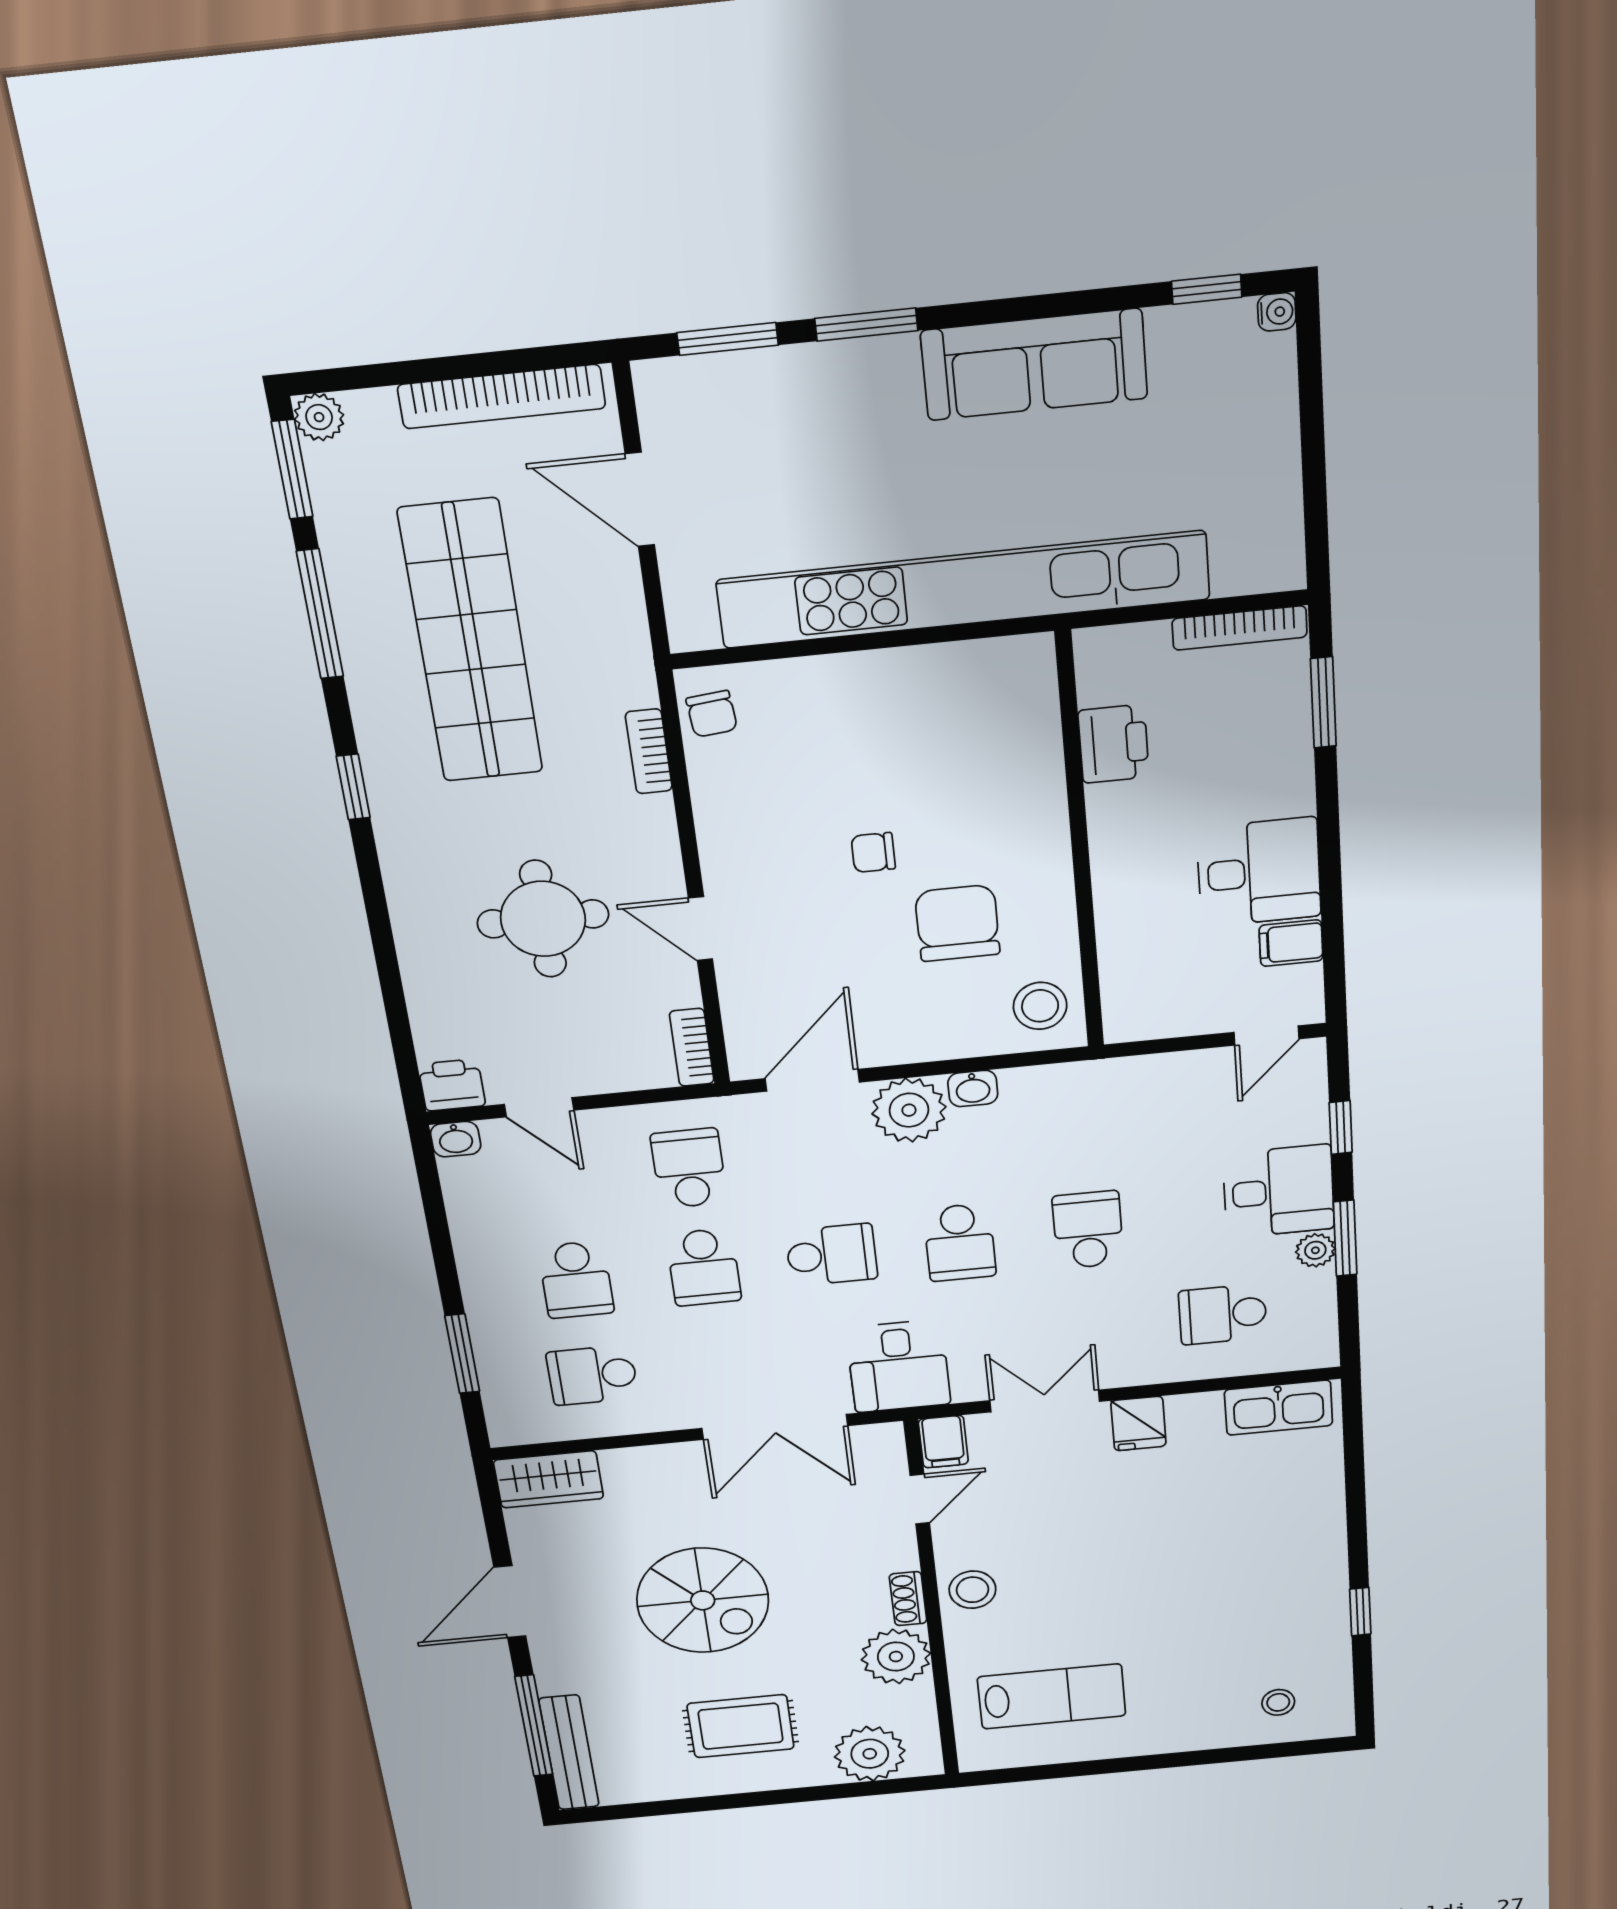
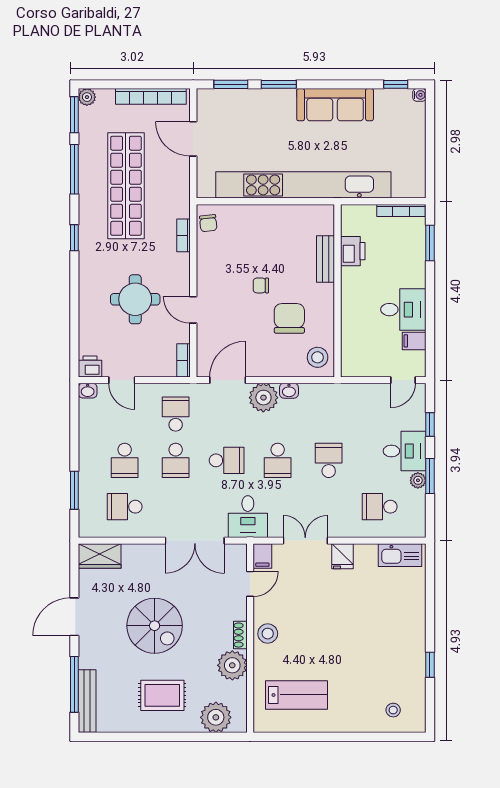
bench: (1041, 771) -> (326, 259), added

